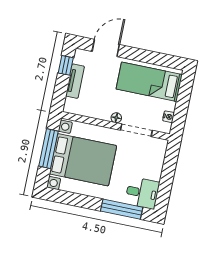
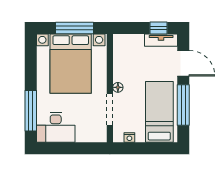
window: (147, 57) -> (183, 105), added
tv unit: (75, 81) -> (161, 40), moved
desk: (142, 193) -> (56, 127), width x1.37

